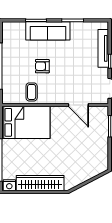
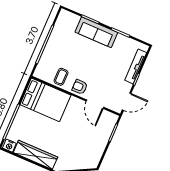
armchair: (42, 66) -> (80, 87), moved

